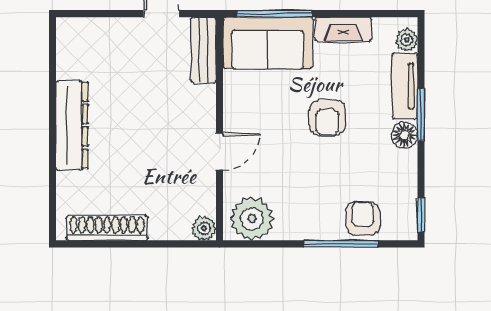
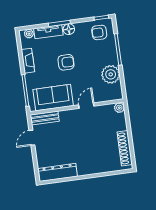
sofa: (268, 43) -> (53, 98), moved, turned -90
dresser: (72, 125) -> (58, 172), moved
door: (219, 152) -> (86, 106), hinge flipped
plant: (252, 219) -> (111, 74), moved
armchair: (363, 219) -> (99, 32), moved

